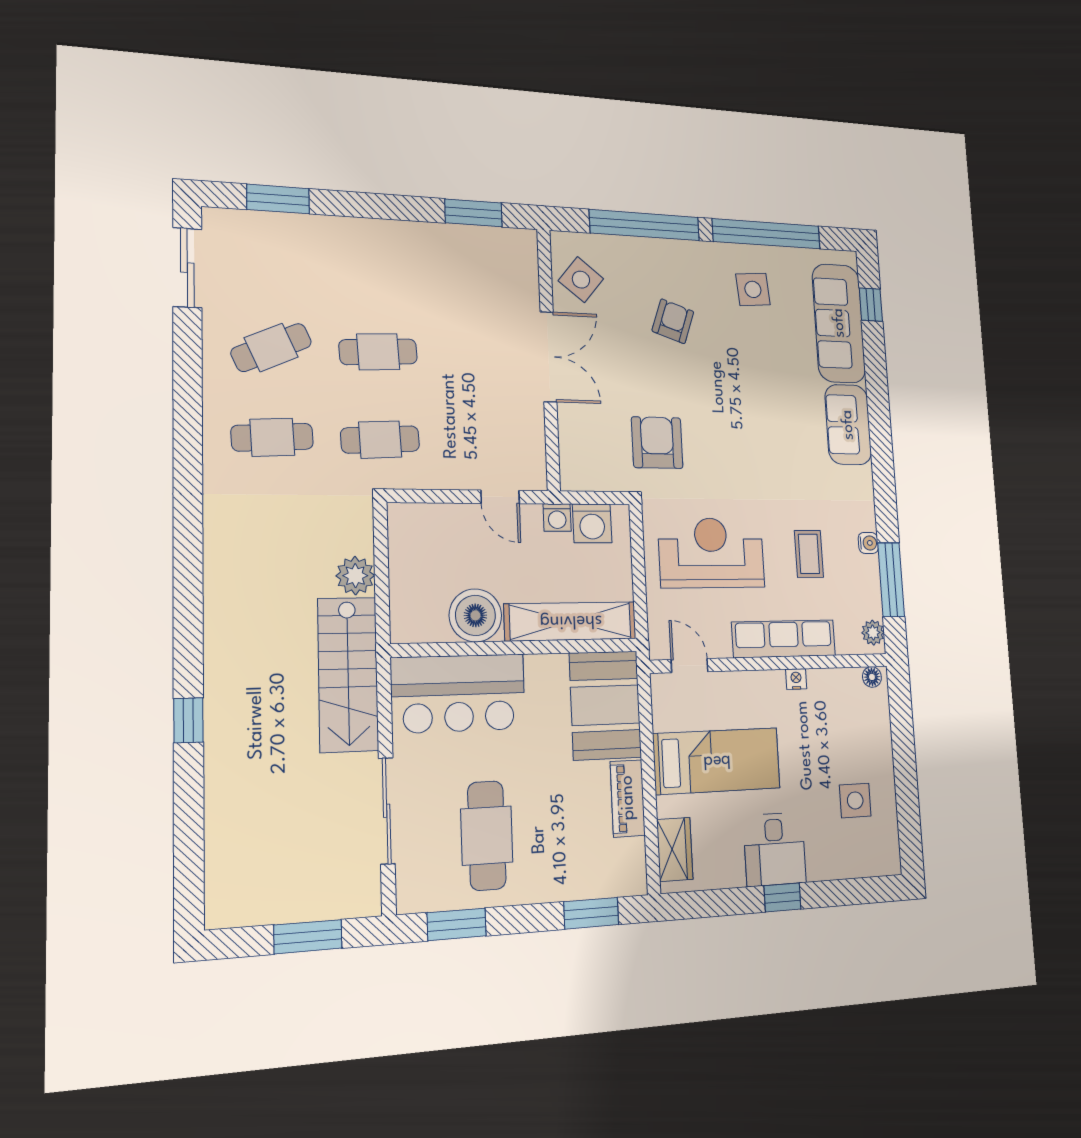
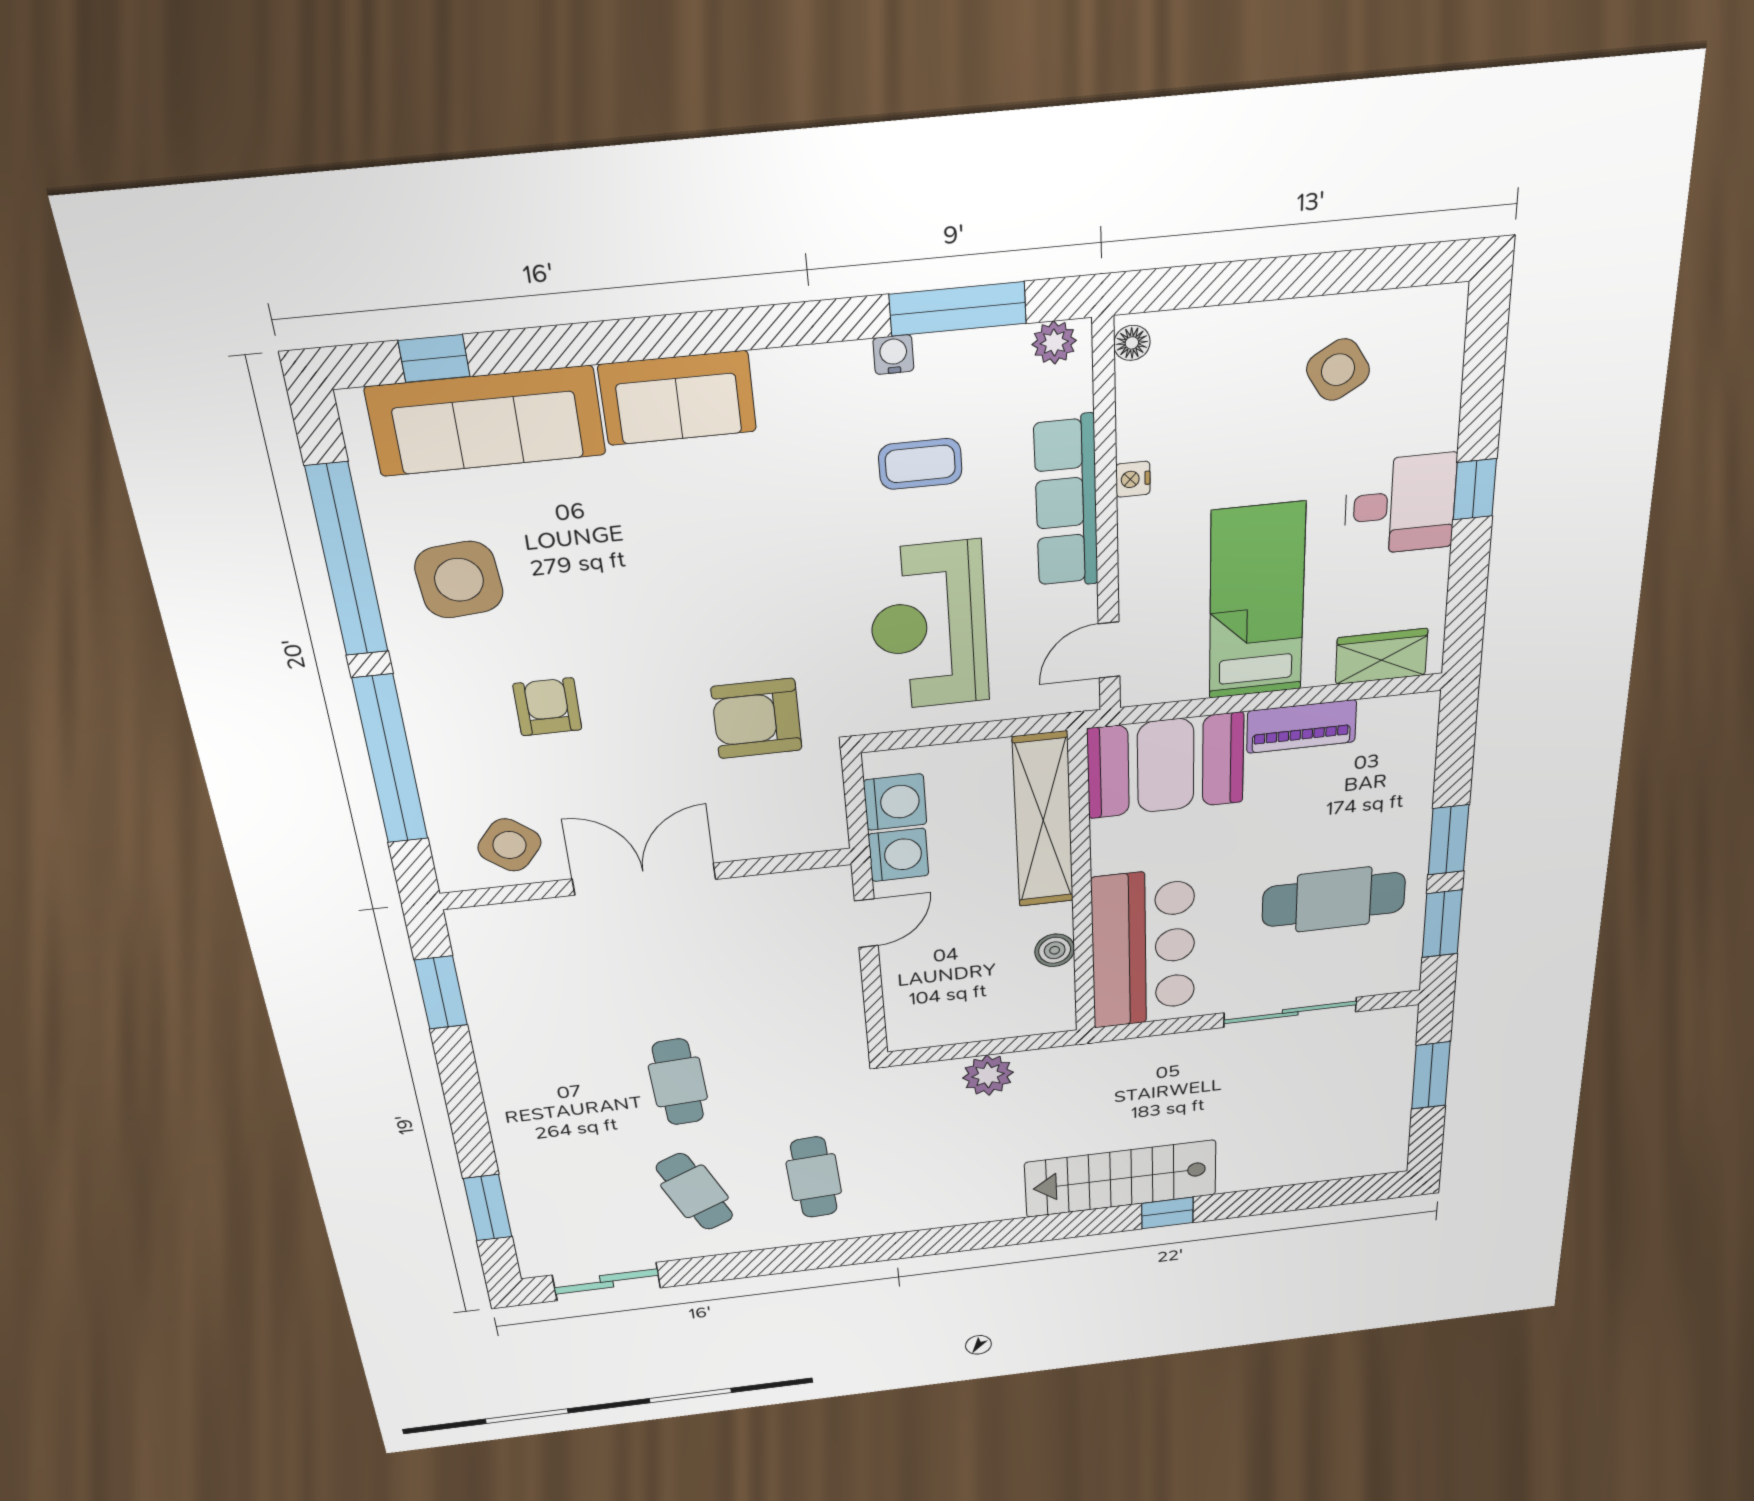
side table: (753, 289) -> (459, 580), width x1.37, depth x1.37
armchair: (673, 321) -> (547, 707), turned 71
cafe table: (380, 440) -> (801, 1068), removed
washing machine: (557, 517) -> (898, 855), width x1.38, depth x1.38
boiler: (475, 615) -> (1055, 950), width x0.54, depth x0.54
stairs: (348, 674) -> (1121, 1179), moved, turned 180
side table: (855, 800) -> (1338, 370), turned -31
window: (591, 913) -> (1448, 840), moved

